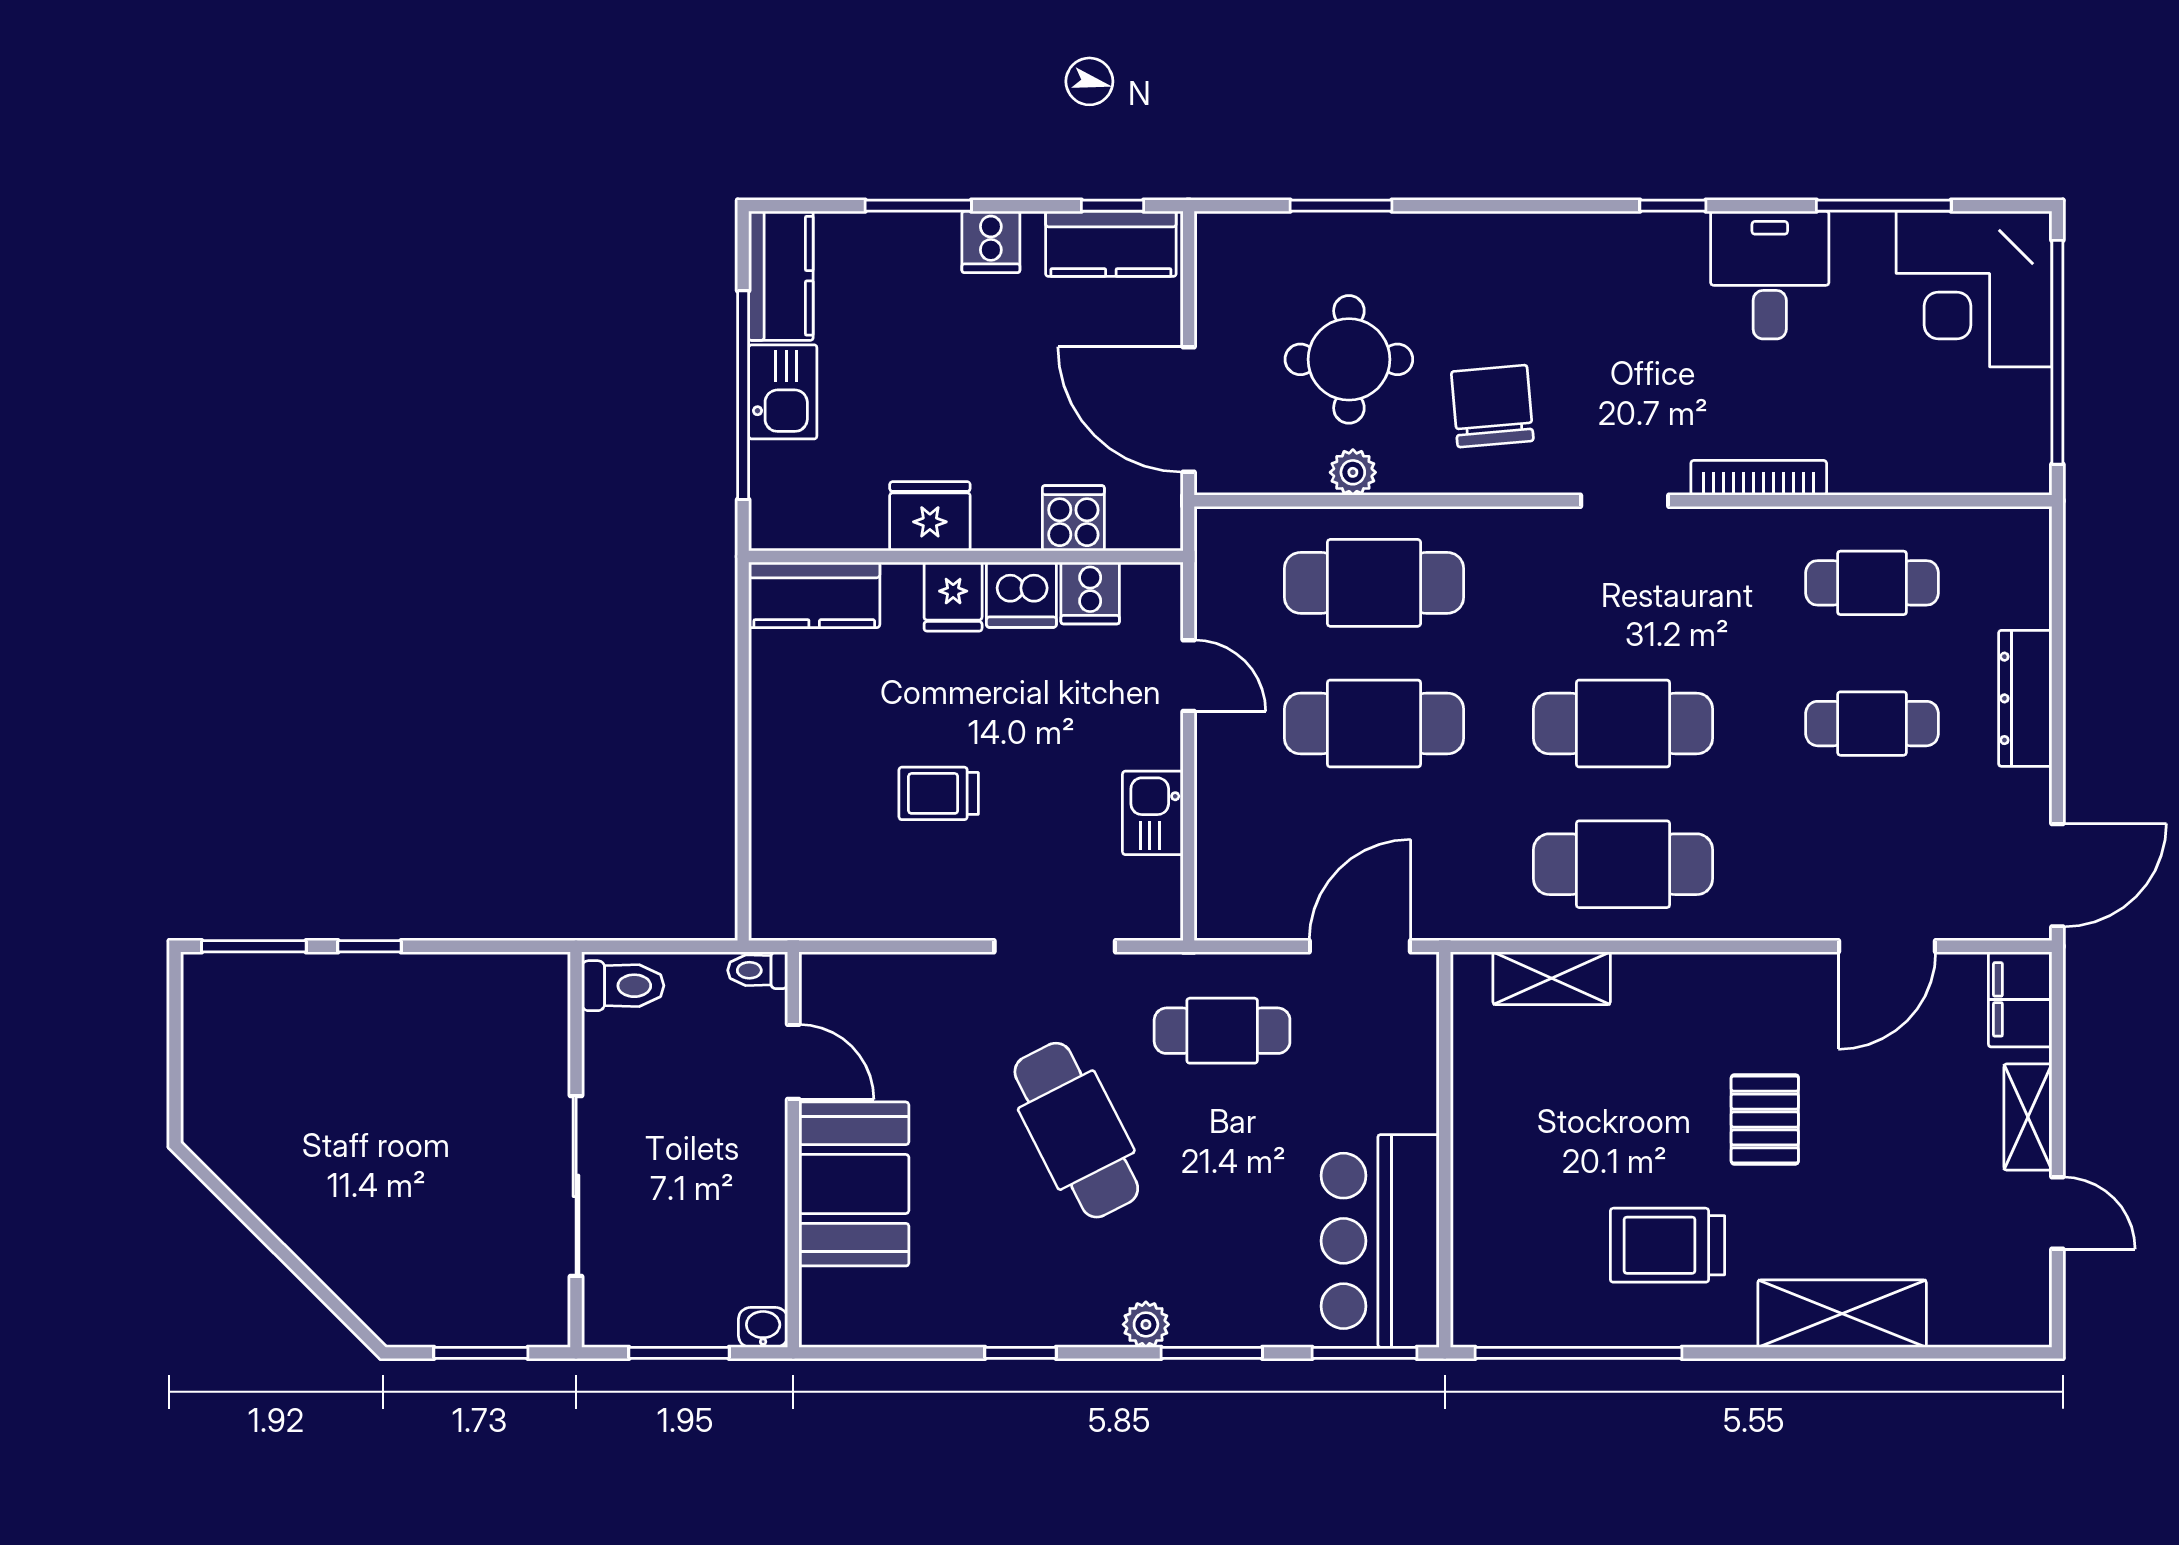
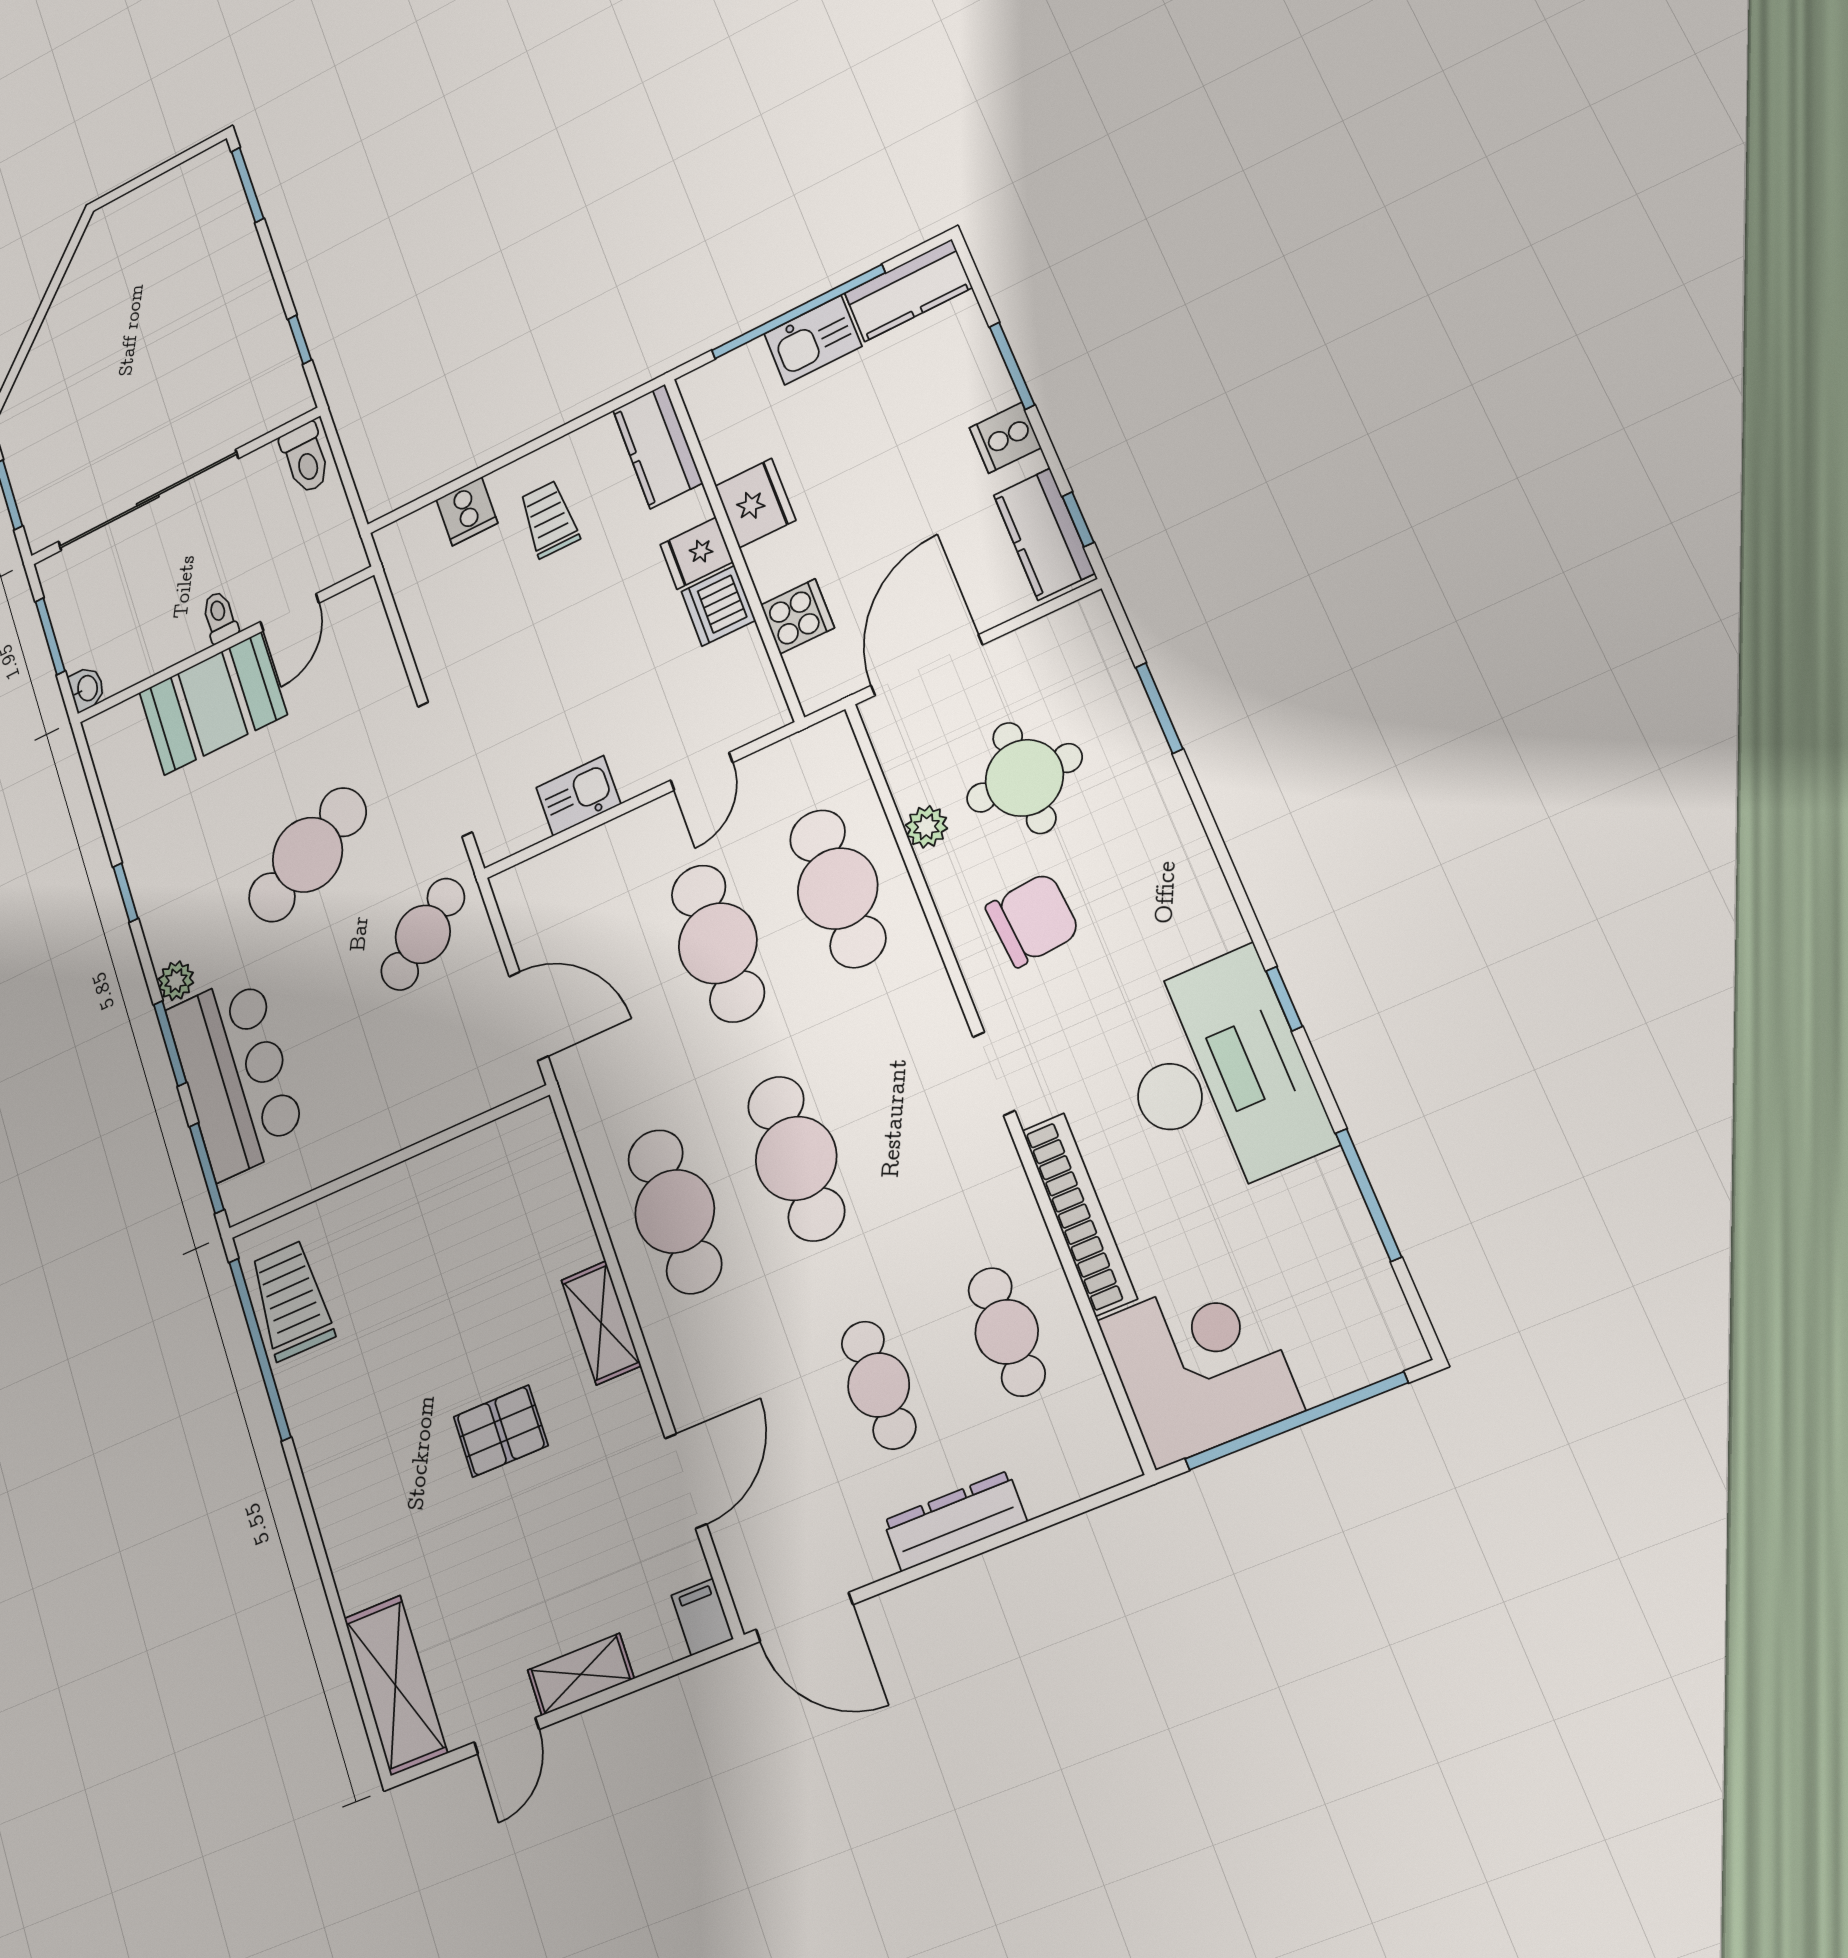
desk: (1770, 275) -> (1218, 1076), width x1.87, depth x1.30
corner desk: (1974, 289) -> (1200, 1365), moved, turned 90
bookcase: (1759, 478) -> (1079, 1214), width x1.48, depth x1.31
cooker: (1090, 593) -> (467, 511), moved, turned -90
trolley: (939, 793) -> (549, 519), moved
window: (369, 946) -> (300, 340), moved
doorway: (1055, 946) -> (445, 769), width x1.36
door: (1887, 946) -> (686, 1481), swing flipped
toilet: (758, 970) -> (220, 617), moved
shelving: (1552, 978) -> (601, 1323), moved
filing cabinet: (2020, 999) -> (702, 1617), width x0.50
cafe table: (1222, 1031) -> (423, 934), turned 54
sliding door: (576, 1186) -> (148, 500), width x1.36
bar counter: (1380, 1241) -> (236, 1075), moved, turned 90
trolley: (1668, 1245) -> (292, 1300), moved
shelving: (1842, 1314) -> (395, 1685), moved

